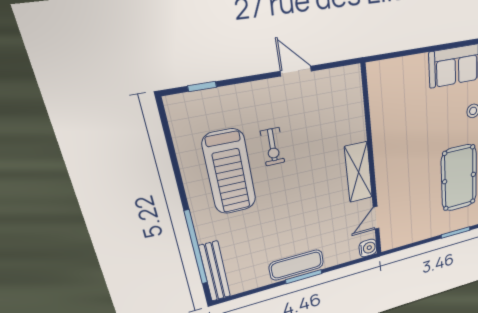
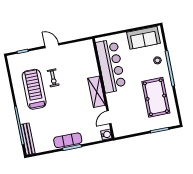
door: (296, 71) -> (52, 46), moved
bar counter: (391, 121) -> (111, 66), added
treadmill: (229, 172) -> (34, 89), turned 180

